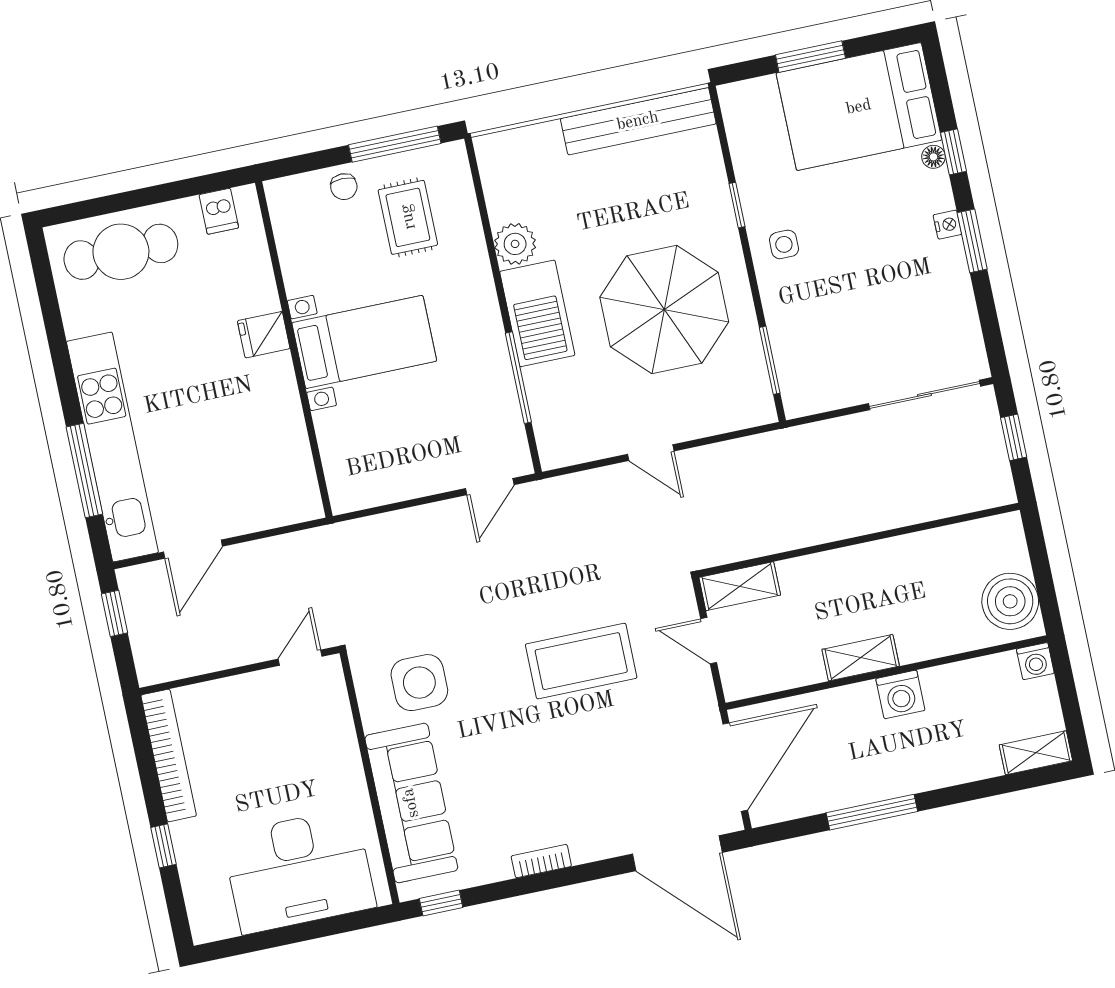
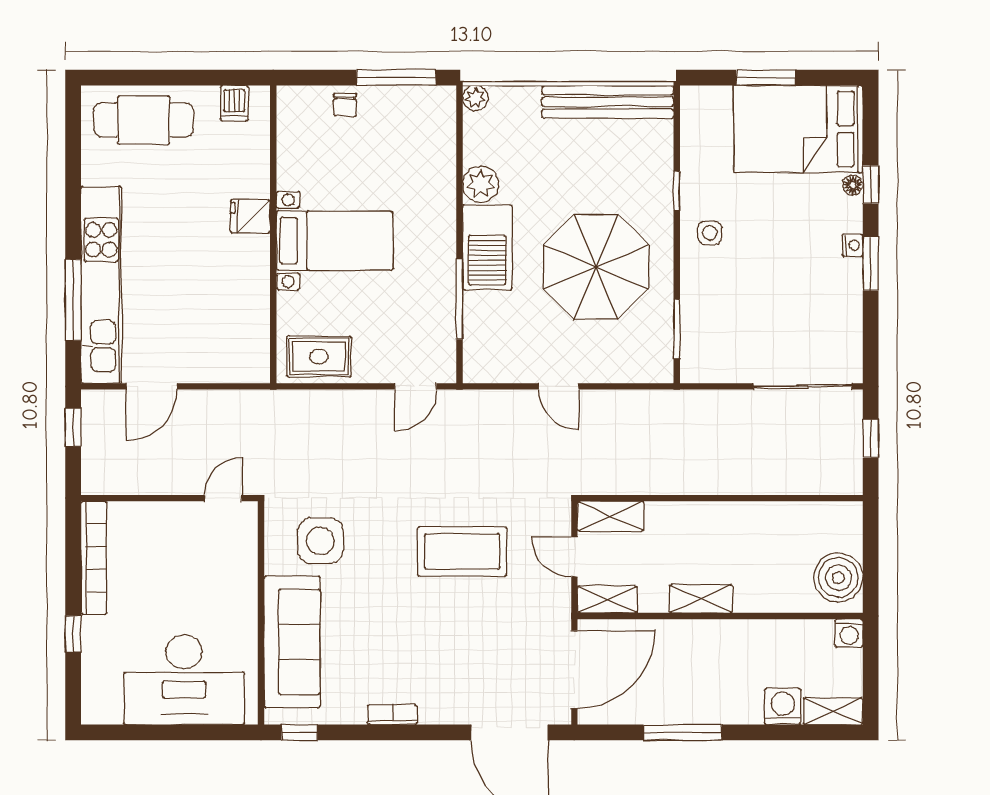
plant: (488, 148) -> (475, 98), added
rug: (408, 217) -> (319, 357), moved, turned 90
shelving: (756, 681) -> (607, 599), added
washing machine: (900, 694) -> (783, 707), moved, turned 180

